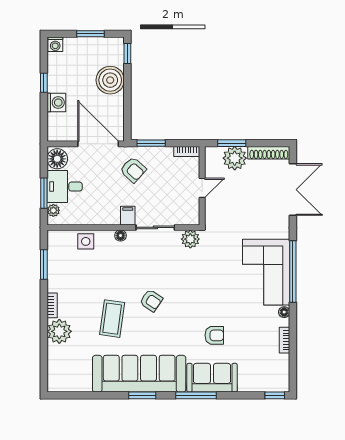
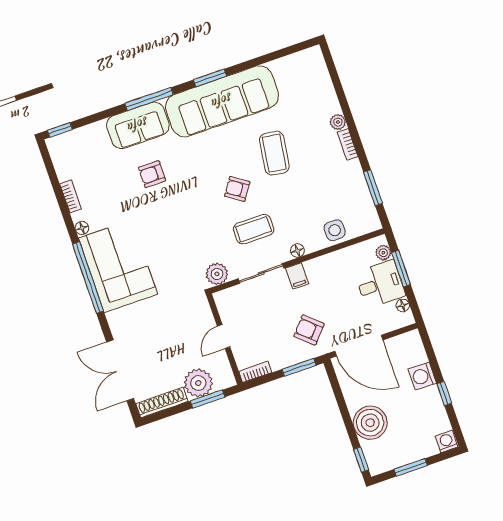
floor lamp: (57, 159) -> (403, 305), width x0.53, depth x0.53
coffee table: (149, 264) -> (254, 229), added
plant: (59, 331) -> (338, 122), width x0.53, depth x0.53

